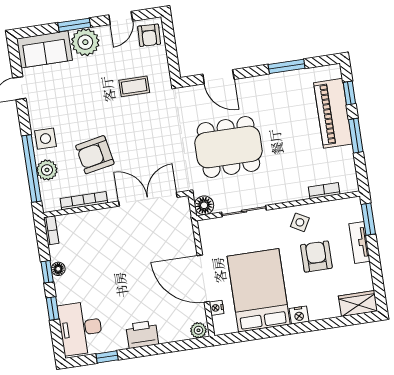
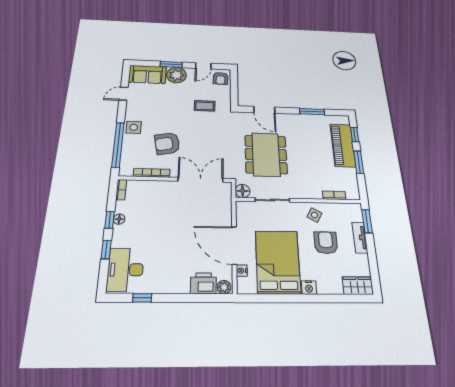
dining table: (228, 147) -> (266, 154), turned 90
plant: (47, 170) -> (129, 148), removed
printer: (142, 334) -> (203, 283), moved

